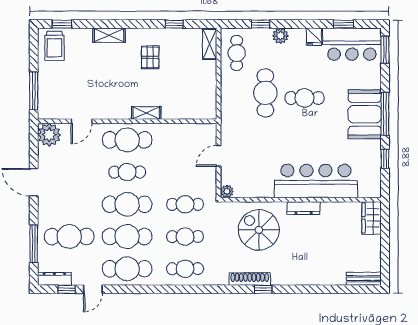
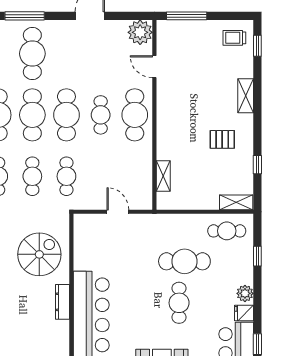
plant: (280, 36) -> (245, 293), moved
trolley: (54, 46) -> (234, 38), width x0.73, depth x0.72
shelving: (146, 113) -> (163, 176), moved
plant: (227, 191) -> (80, 221), removed

